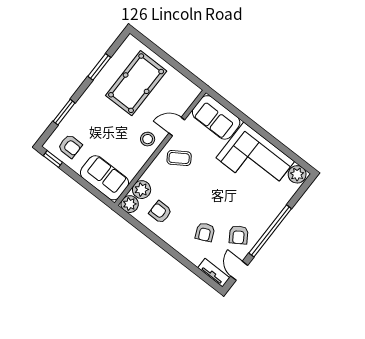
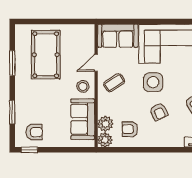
sofa: (104, 178) -> (83, 119), moved, turned -90
side table: (215, 186) -> (153, 82), added
armchair: (205, 232) -> (159, 112), moved

